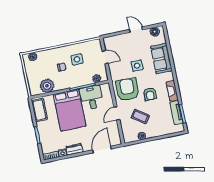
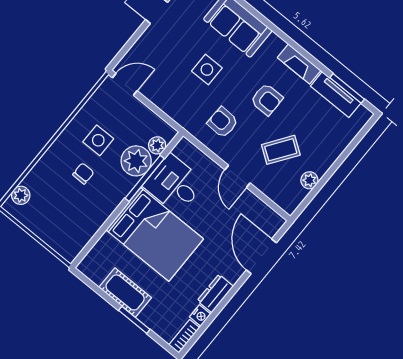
door: (105, 57) -> (125, 84), moved
plant: (47, 86) -> (136, 161), moved
armchair: (127, 89) -> (223, 122), width x0.53, depth x0.53
cot: (39, 110) -> (125, 292), moved

